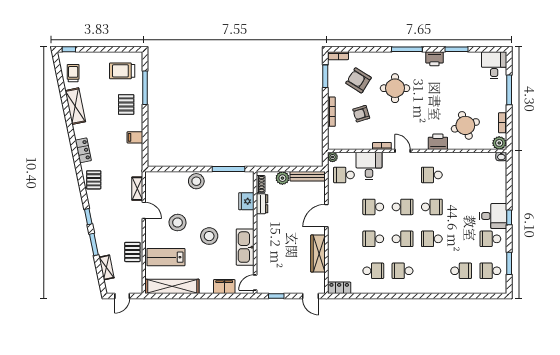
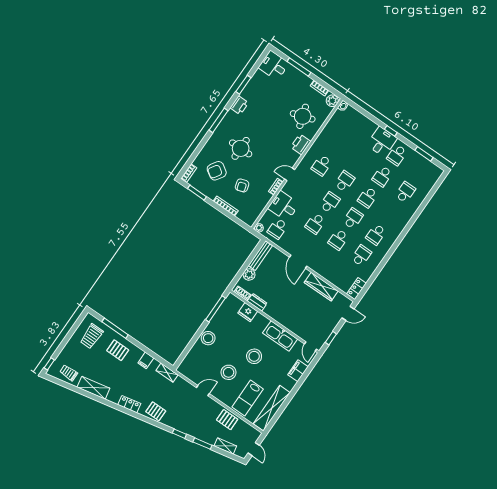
shelving: (137, 189) -> (167, 373), moved
school desk: (490, 271) -> (382, 176), moved

